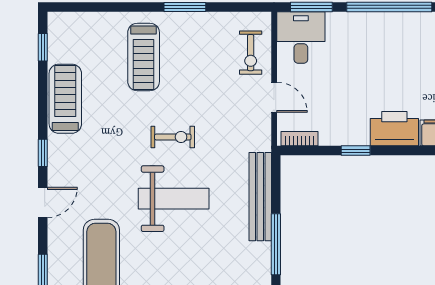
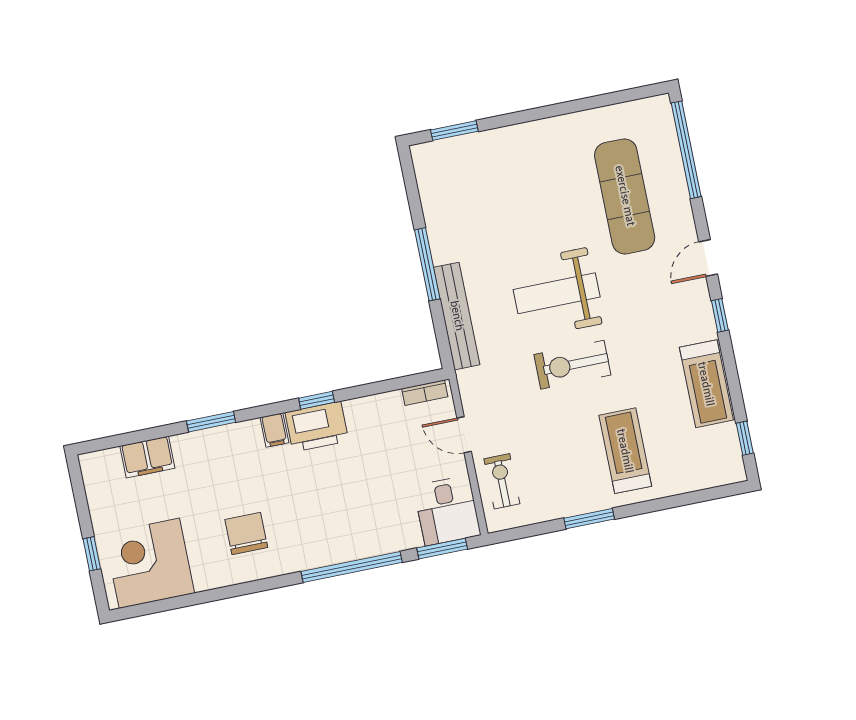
exercise bike: (173, 137) -> (572, 365), width x1.38, depth x1.39
window: (356, 151) -> (317, 400), moved

